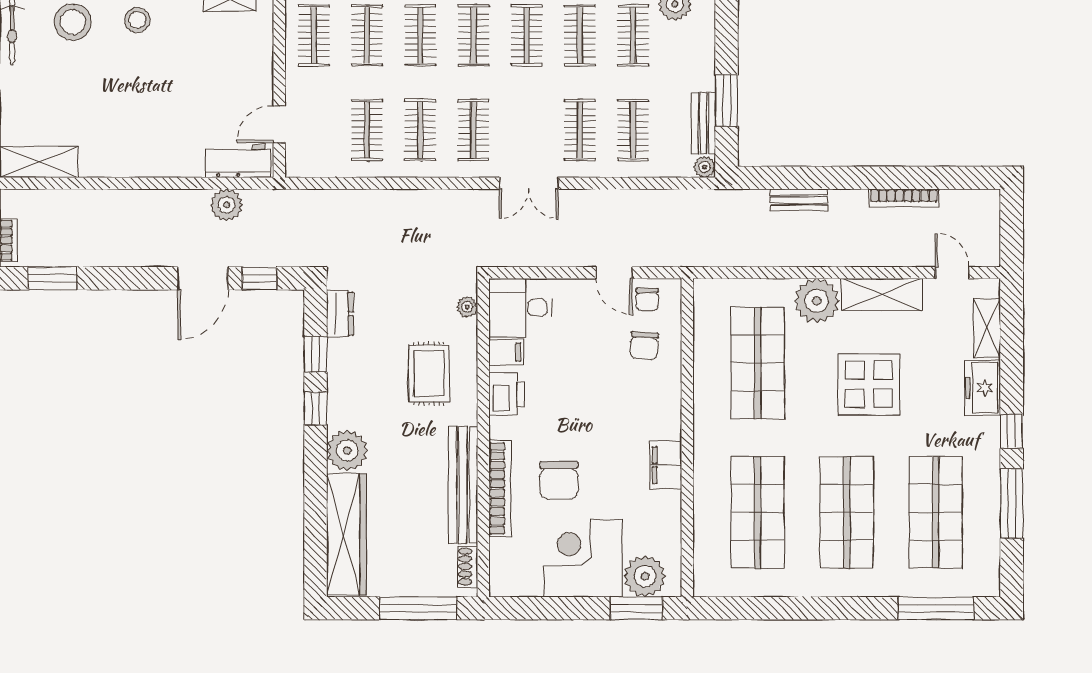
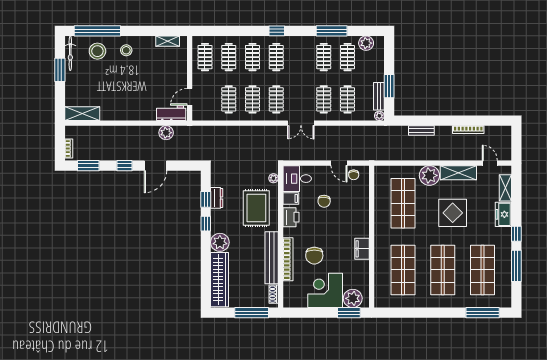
clothes rail: (527, 35) -> (300, 57), removed
window: (259, 278) -> (125, 166), moved
dresser: (340, 314) -> (217, 198), moved
chair: (644, 346) -> (324, 201), moved
rug: (429, 374) -> (256, 208), width x1.36, depth x1.43

